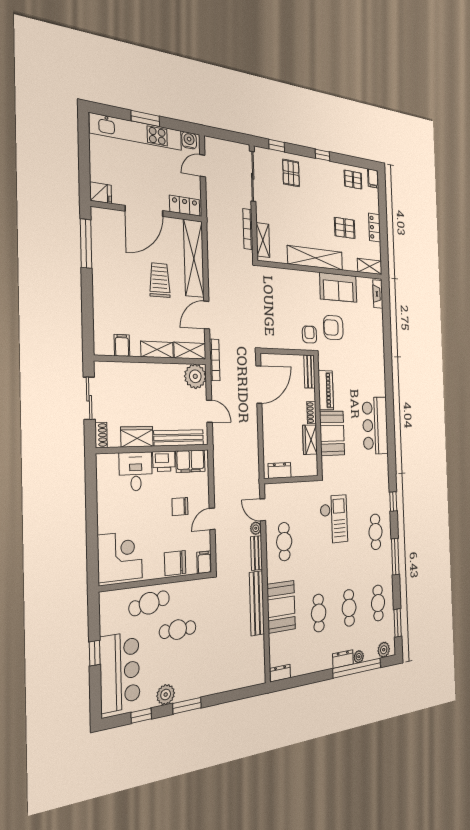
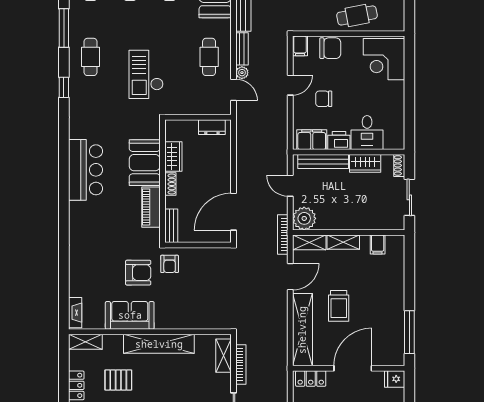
chair: (180, 507) -> (324, 99), turned 180

